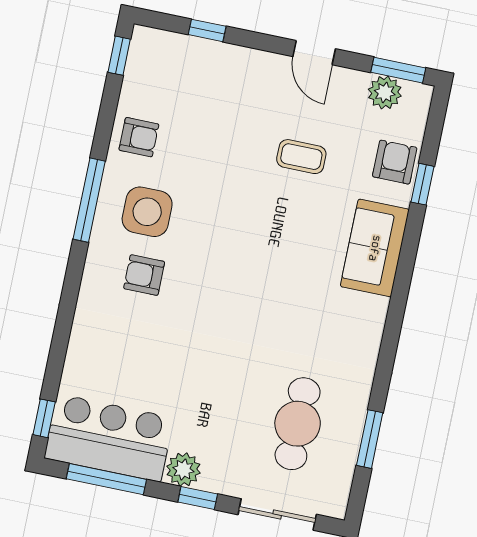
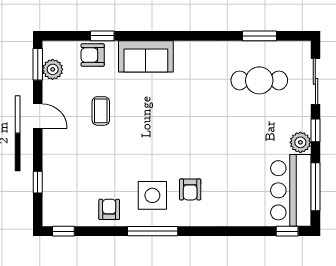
door: (314, 53) -> (38, 116), hinge flipped

